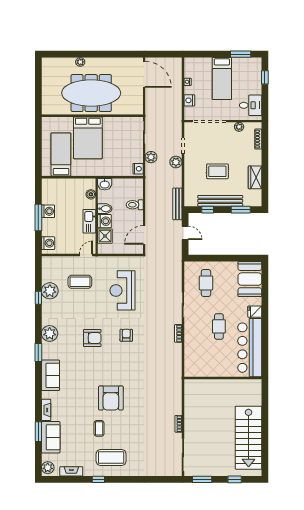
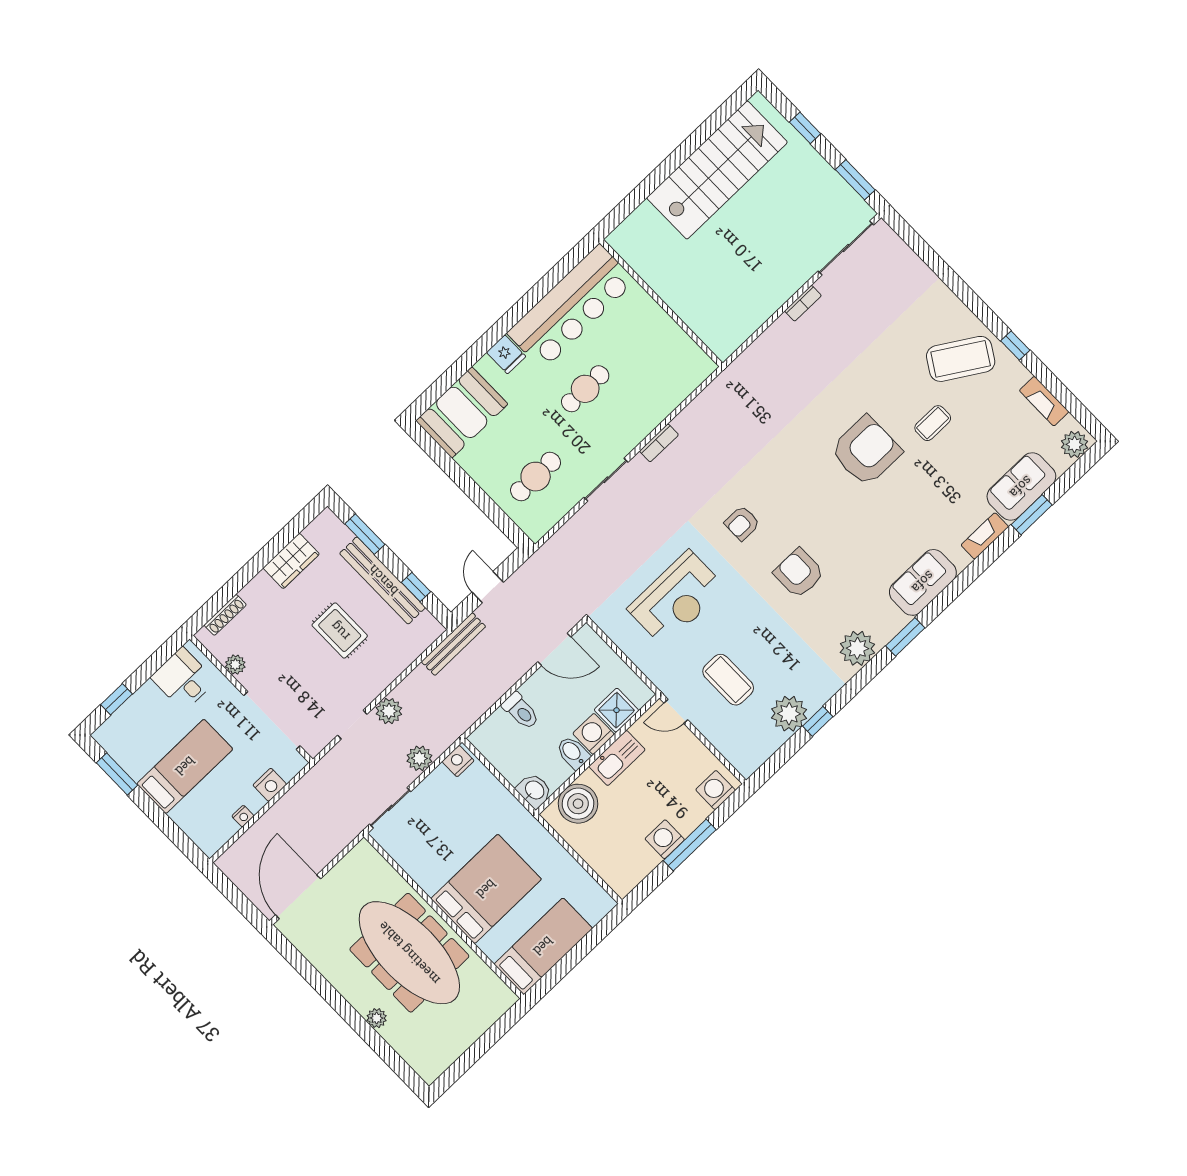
bed: (61, 155) -> (543, 946), moved, turned 180
boiler: (91, 194) -> (578, 804), width x1.86, depth x1.86
coffee table: (111, 457) -> (961, 359), turned -58

